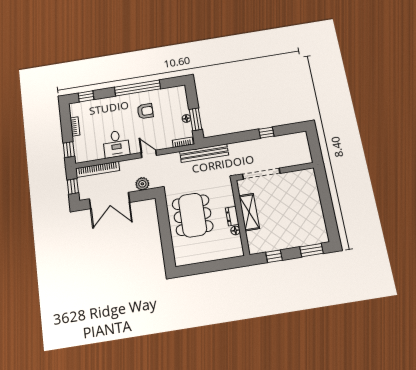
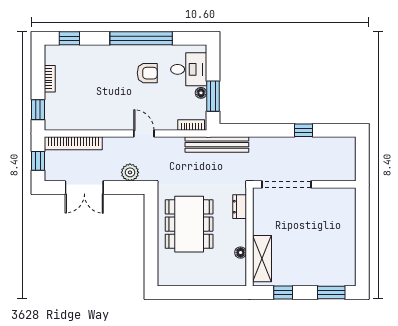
desk: (116, 144) -> (189, 69), moved, turned -90
double door: (110, 201) -> (84, 188), width x0.73
shelving: (249, 212) -> (262, 259), moved
dresser: (232, 216) -> (240, 207), moved

